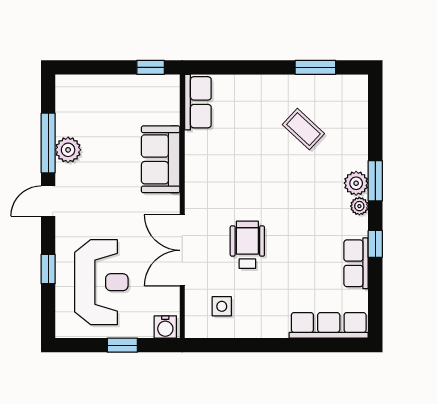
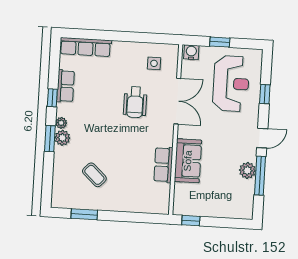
row of seats: (198, 102) -> (163, 165), moved
reception desk: (101, 282) -> (231, 84), turned 180

